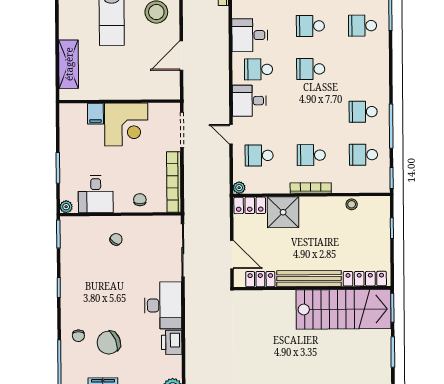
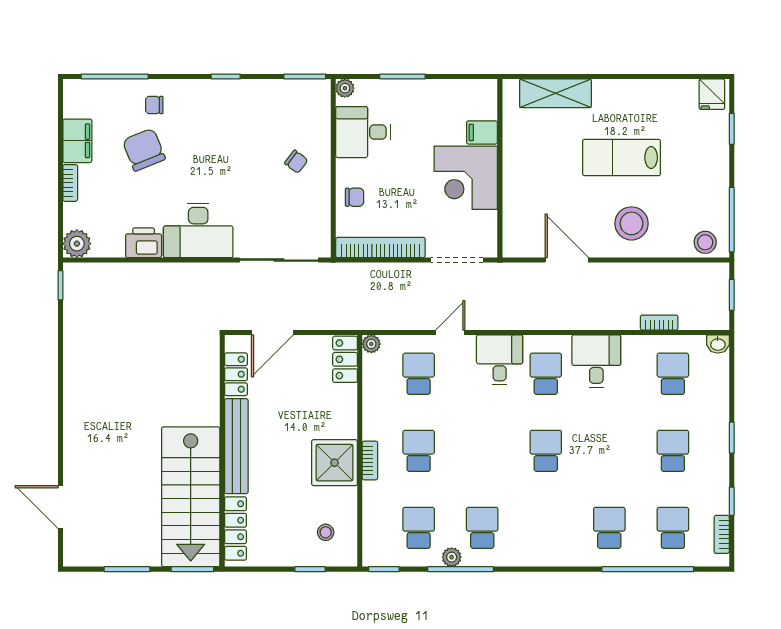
school desk: (310, 26) -> (609, 451), removed
plant: (383, 132) -> (452, 557), added
bookcase: (311, 188) -> (370, 460), width x0.64
stool: (352, 204) -> (326, 532), moved
shower: (283, 212) -> (335, 463), moved

